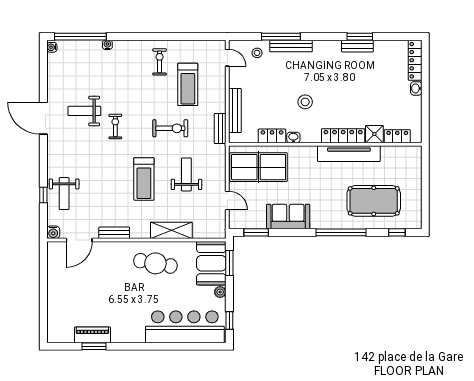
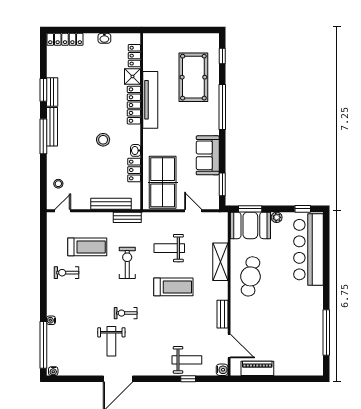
window: (281, 37) -> (43, 136), moved
bench: (291, 46) -> (52, 127), moved
washbasin: (416, 88) -> (104, 38), moved
door: (227, 200) -> (193, 211), hinge flipped
piano: (92, 335) -> (257, 368), moved, turned 90
window: (94, 346) -> (326, 333), width x2.11

